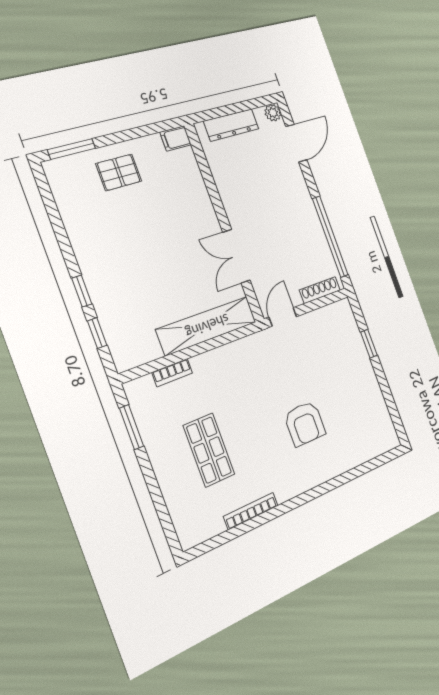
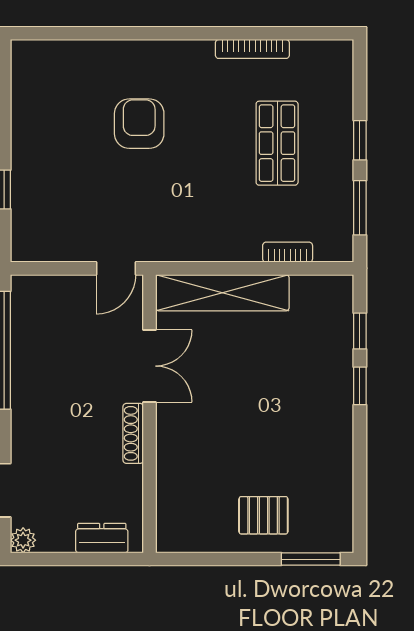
dresser: (231, 125) -> (102, 538), width x0.70
filing cabinet: (176, 138) -> (174, 539), removed
shoe rack: (320, 290) -> (133, 433), moved, turned 90
window: (150, 478) -> (360, 140), added

